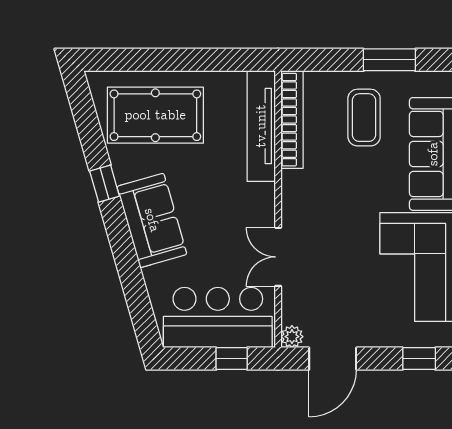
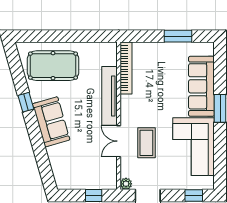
coffee table: (364, 118) -> (146, 143), moved
tv unit: (261, 126) -> (110, 96), moved
bar counter: (218, 318) -> (86, 174), removed

